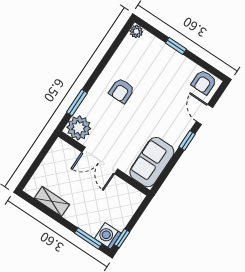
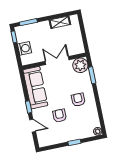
armchair: (204, 82) -> (60, 116), moved
sofa: (152, 162) -> (35, 88), width x1.36
washing machine: (108, 236) -> (25, 48), moved

